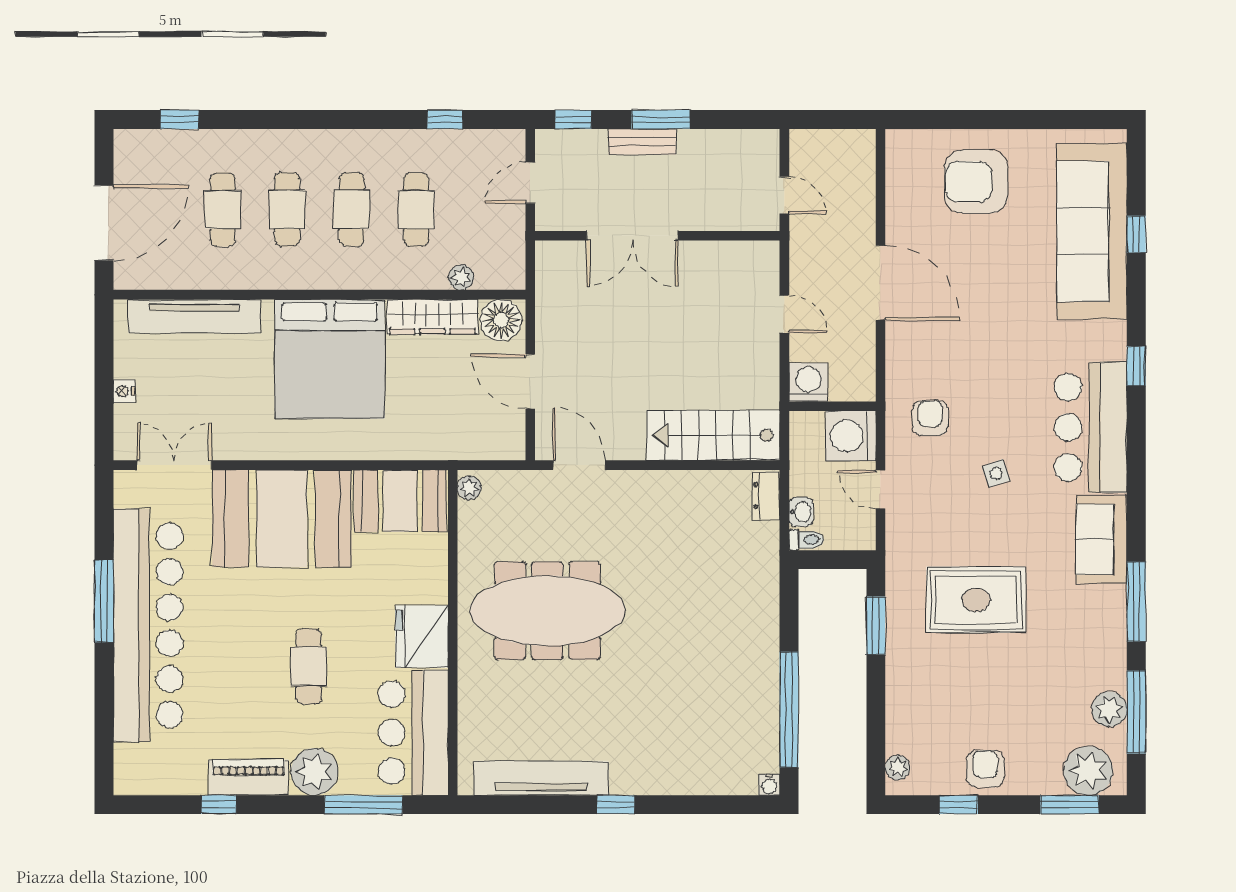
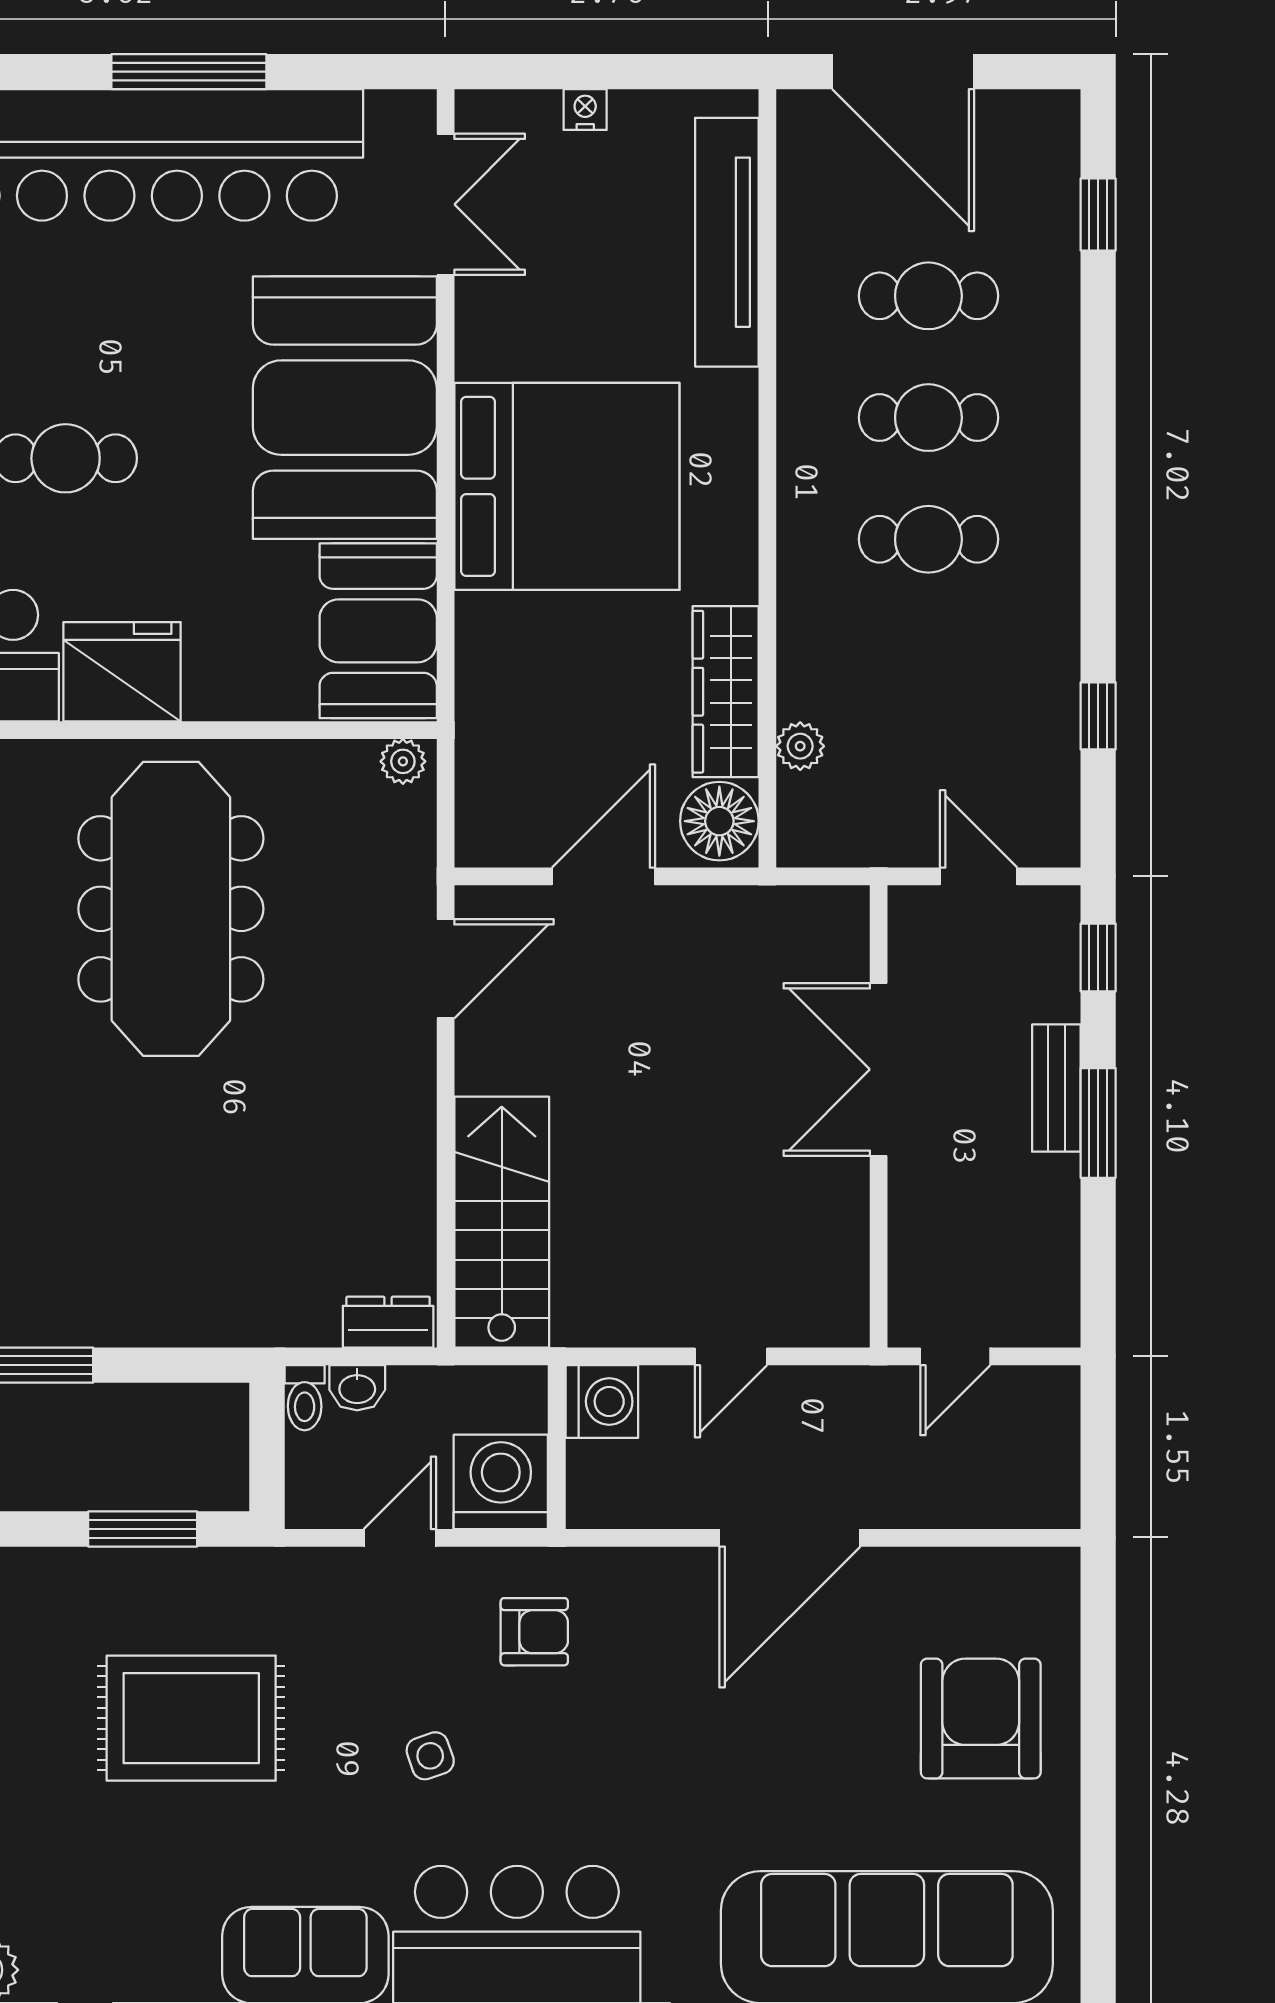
cafe table: (416, 209) -> (928, 661), removed
bed: (330, 359) -> (567, 486), moved, turned 180
rug: (976, 600) -> (191, 1718), turned 90

